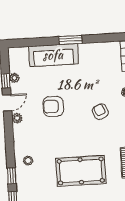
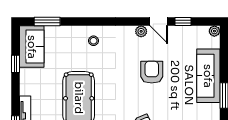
plant: (14, 78) -> (214, 31), moved
window: (12, 176) -> (78, 21), removed

